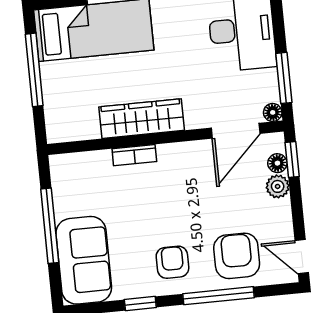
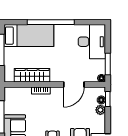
wardrobe: (142, 119) -> (32, 75), moved
door: (236, 131) -> (74, 84), moved

